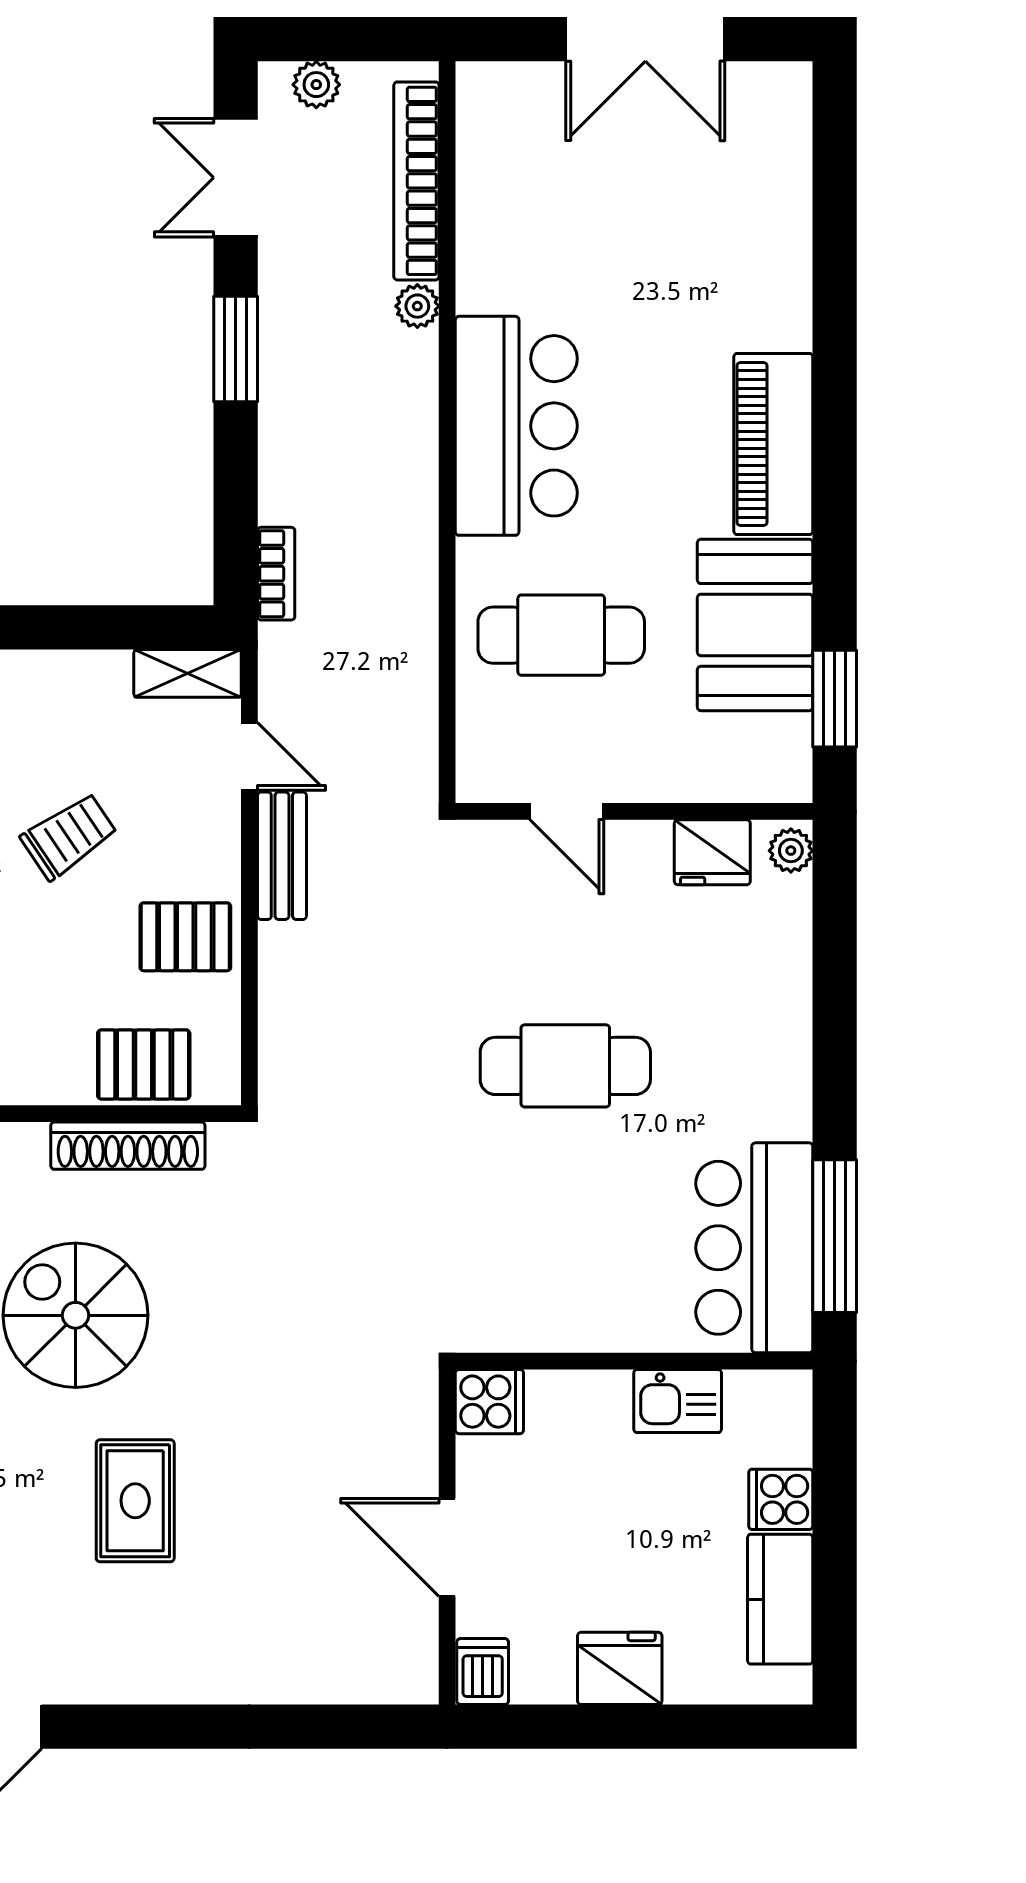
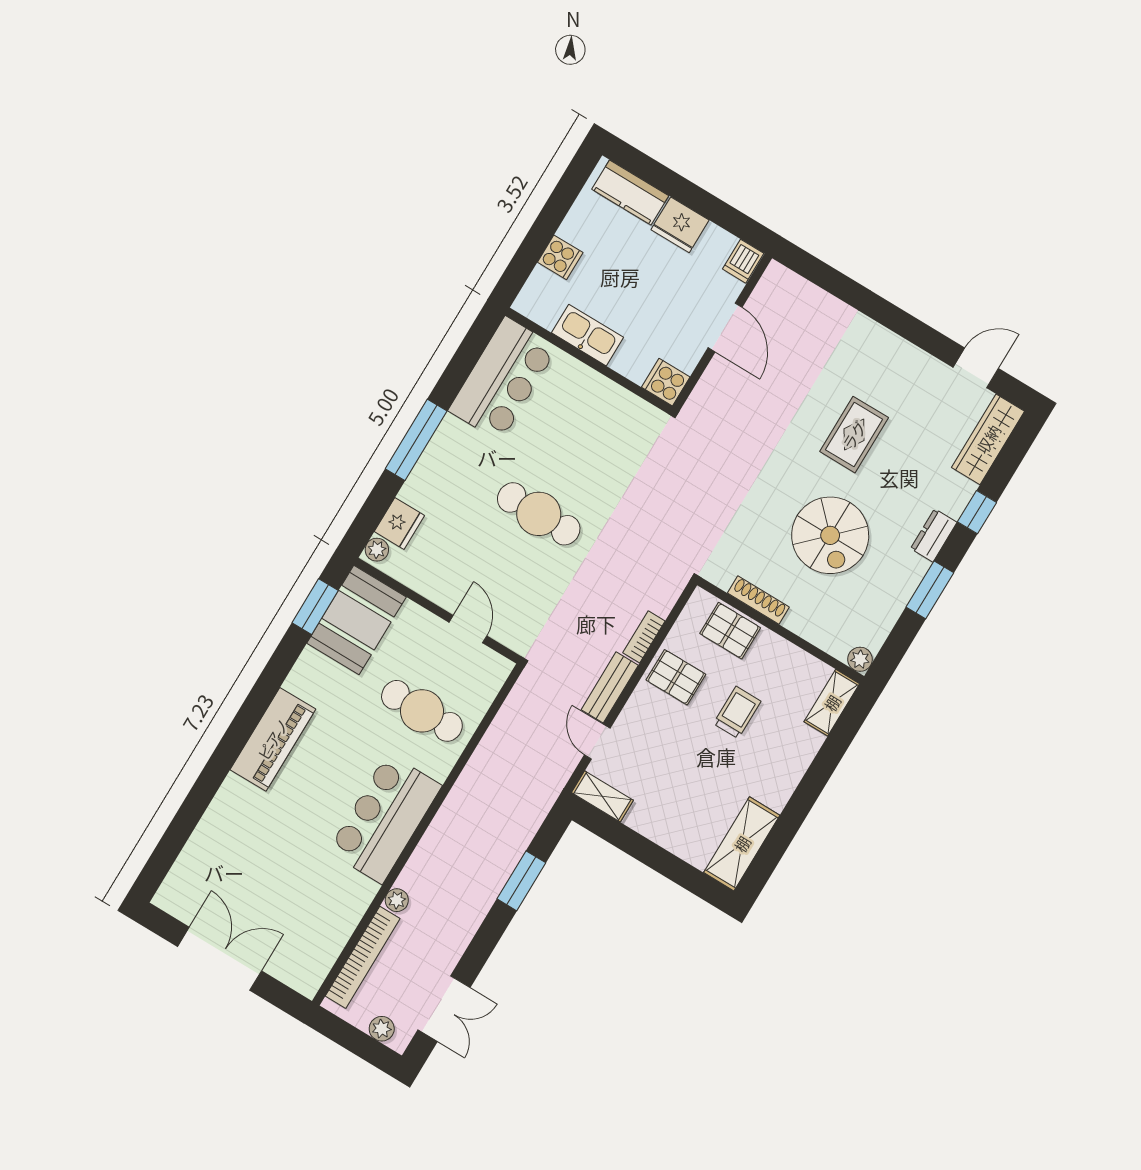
window: (236, 349) -> (521, 881), moved
bookcase: (276, 574) -> (644, 637), moved
booth: (755, 625) -> (356, 620), moved
trolley: (69, 836) -> (737, 712), moved, turned 124
fridge: (712, 852) -> (399, 523), moved, turned 90
shoe rack: (128, 1146) -> (758, 600), width x0.74, depth x0.81
window: (835, 1236) -> (416, 440), moved
kitchen sink: (678, 1401) -> (587, 335), width x1.38
kitchen counter: (780, 1599) -> (630, 192), moved, turned 90

